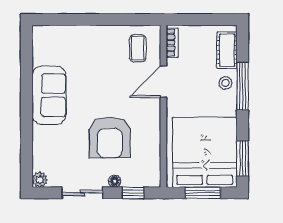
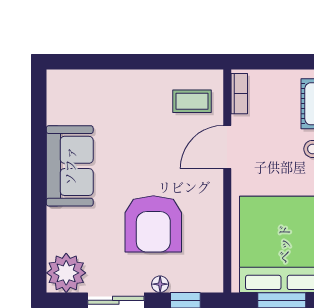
coffee table: (138, 48) -> (192, 101), turned 90
plant: (40, 180) -> (66, 273), width x1.88, depth x1.88

